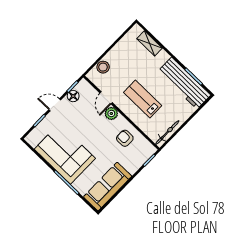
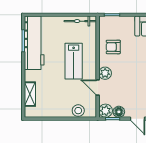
plant: (83, 87) -> (106, 111), added
door: (106, 98) -> (98, 88), swing flipped
armchair: (125, 138) -> (113, 47), turned 90

